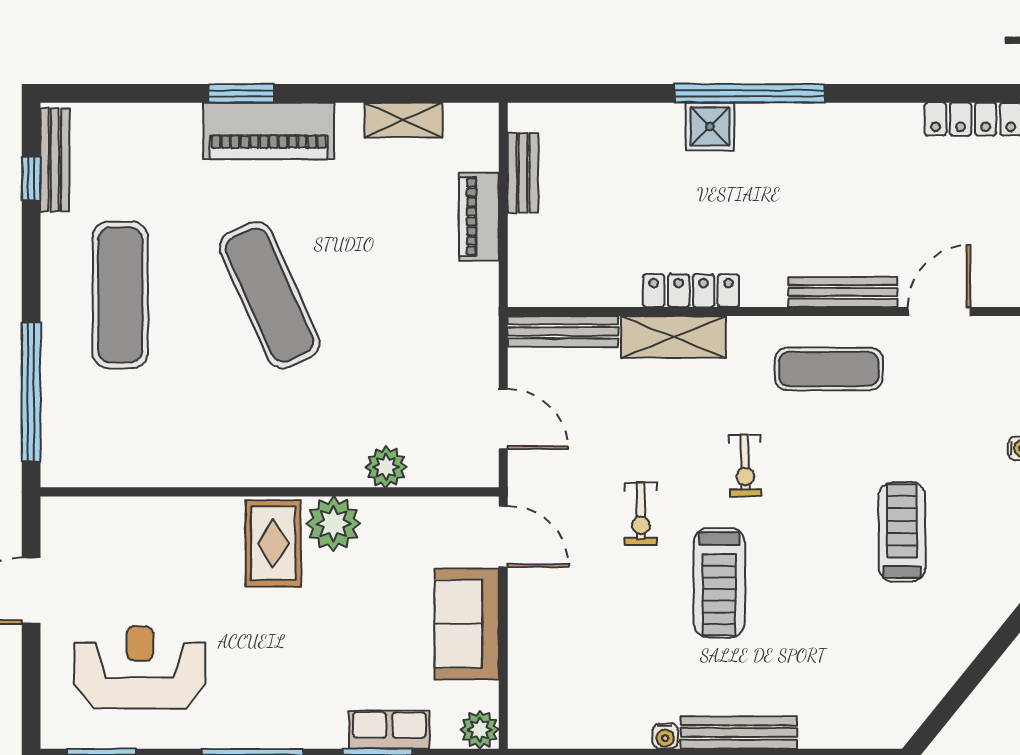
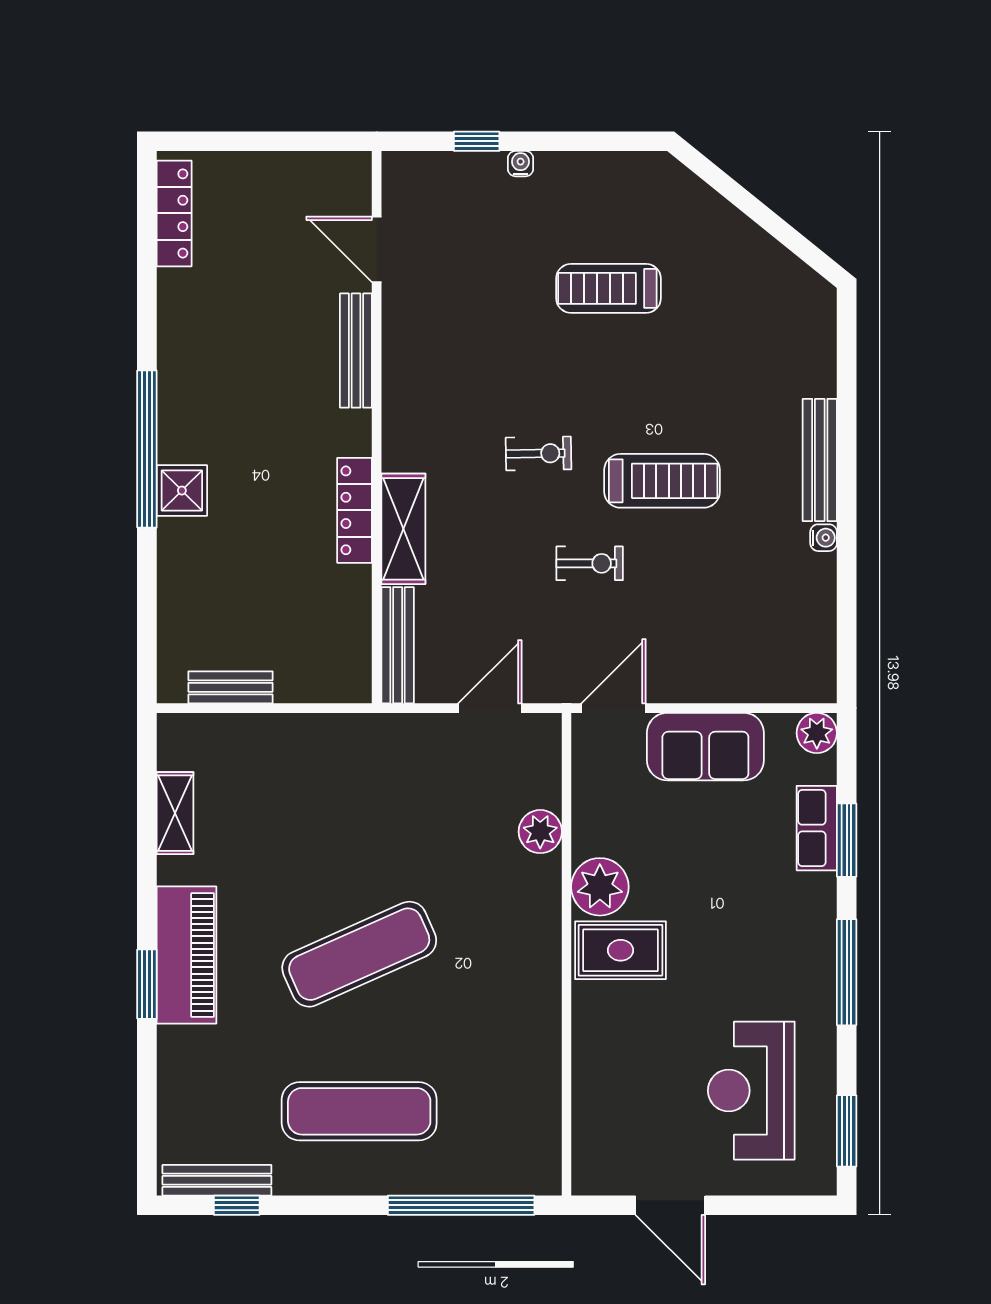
piano: (479, 217) -> (277, 734), removed
exercise mat: (829, 369) -> (437, 365), removed

